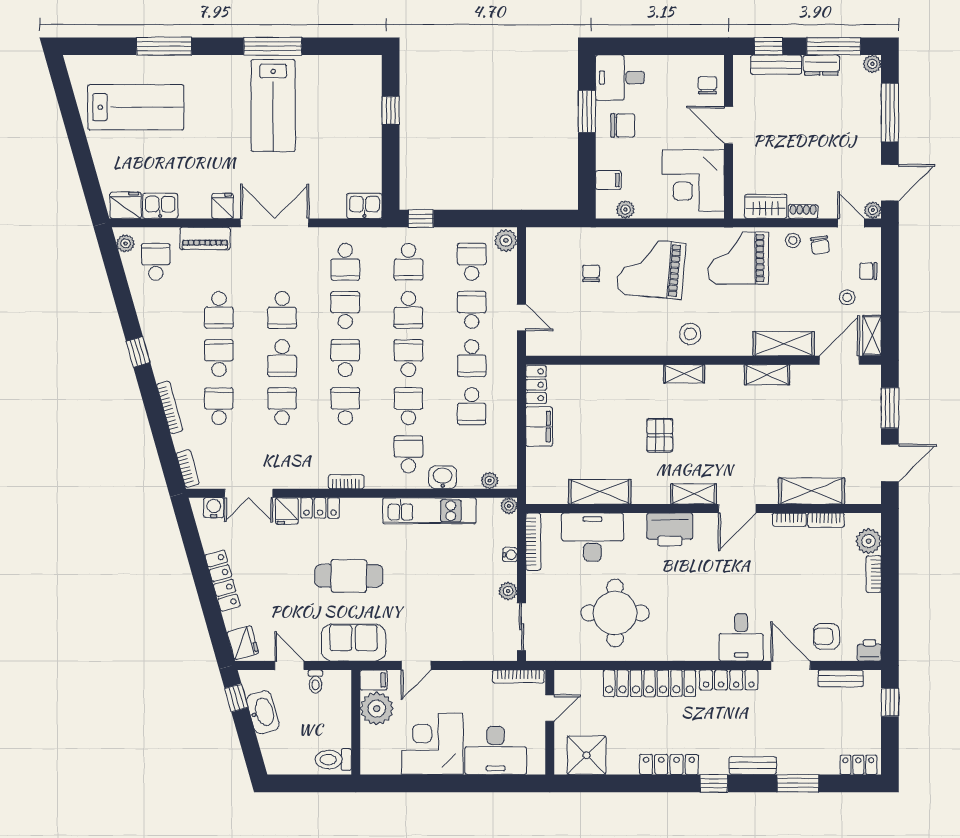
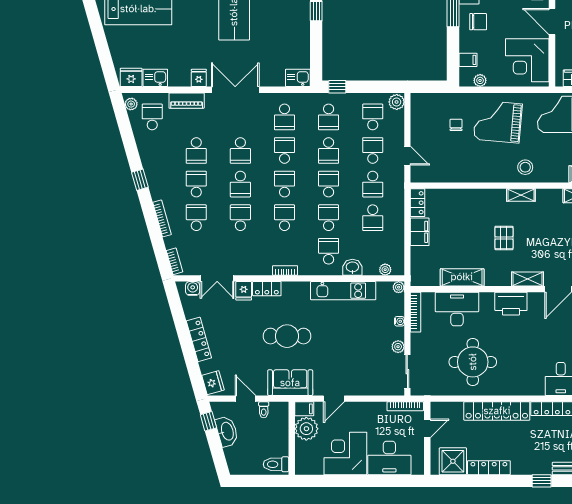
locker: (669, 764) -> (489, 468), moved

